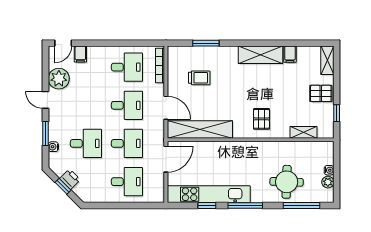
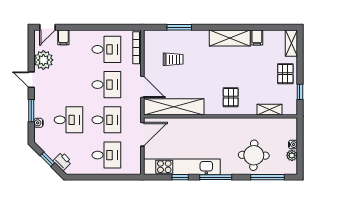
pallet: (321, 93) -> (285, 74), turned 90
printer: (70, 179) -> (62, 161), moved

